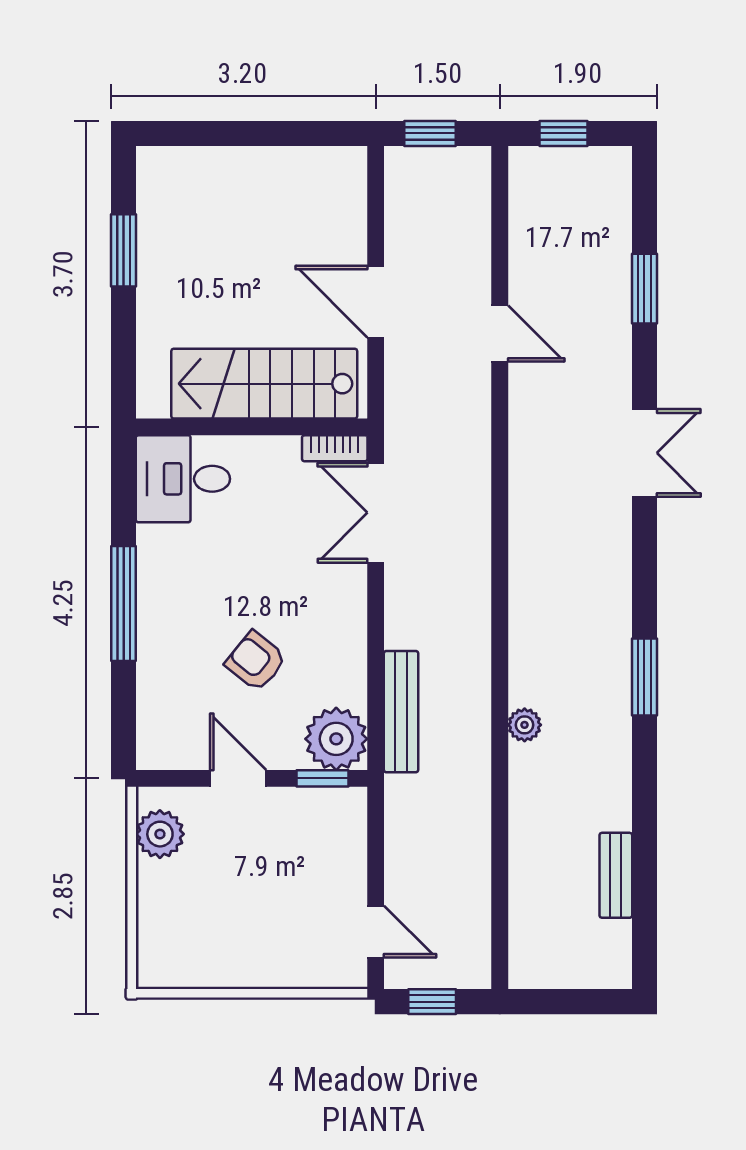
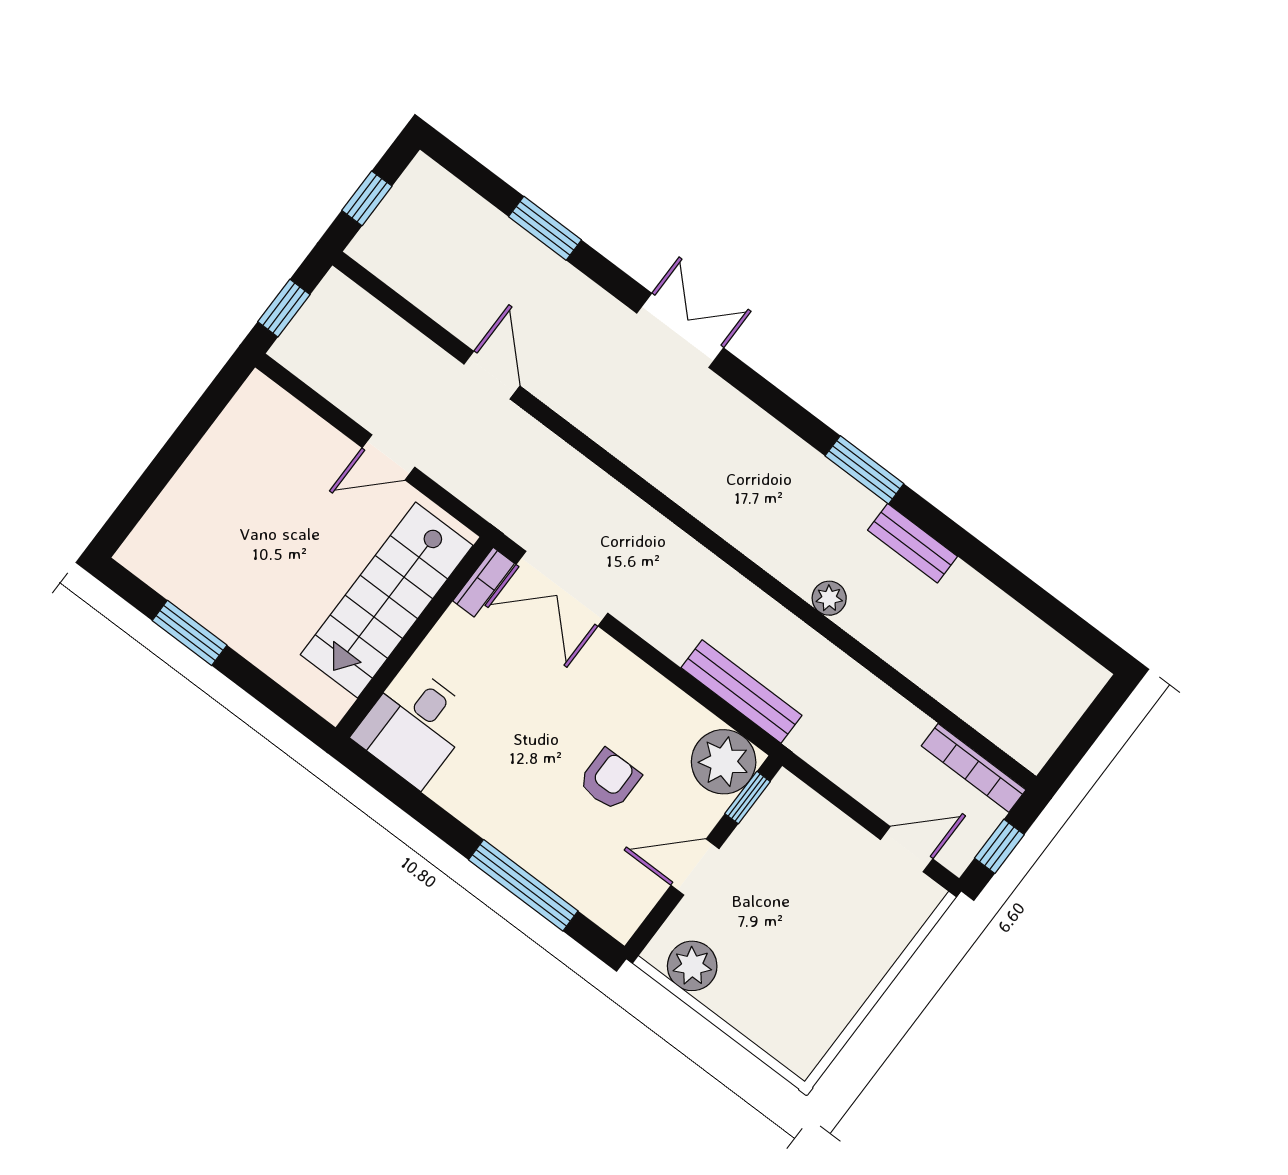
door: (376, 302) -> (389, 457), width x0.73
door: (500, 334) -> (492, 375), hinge flipped
window: (124, 603) -> (523, 885), moved
armchair: (256, 661) -> (610, 780), turned 141
bench: (616, 875) -> (913, 543), moved
bookcase: (478, 936) -> (974, 768), added

